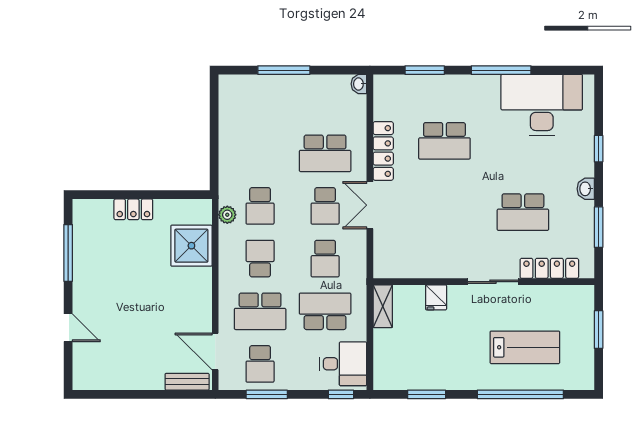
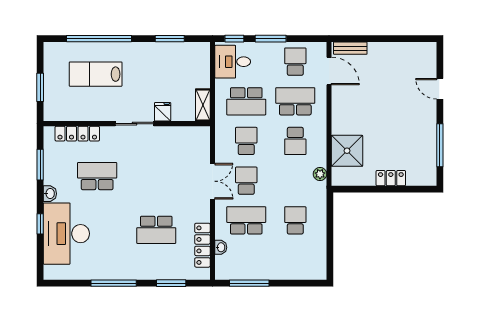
window: (284, 70) -> (249, 283), moved
washbasin: (359, 84) -> (221, 247), moved
desk: (542, 105) -> (66, 234), moved, turned 90
school desk: (444, 141) -> (156, 230), turned 180
locker: (383, 151) -> (202, 245), moved
school desk: (260, 206) -> (295, 220), moved
sliding door: (493, 282) -> (135, 124), moved
window: (267, 394) -> (271, 39), moved

